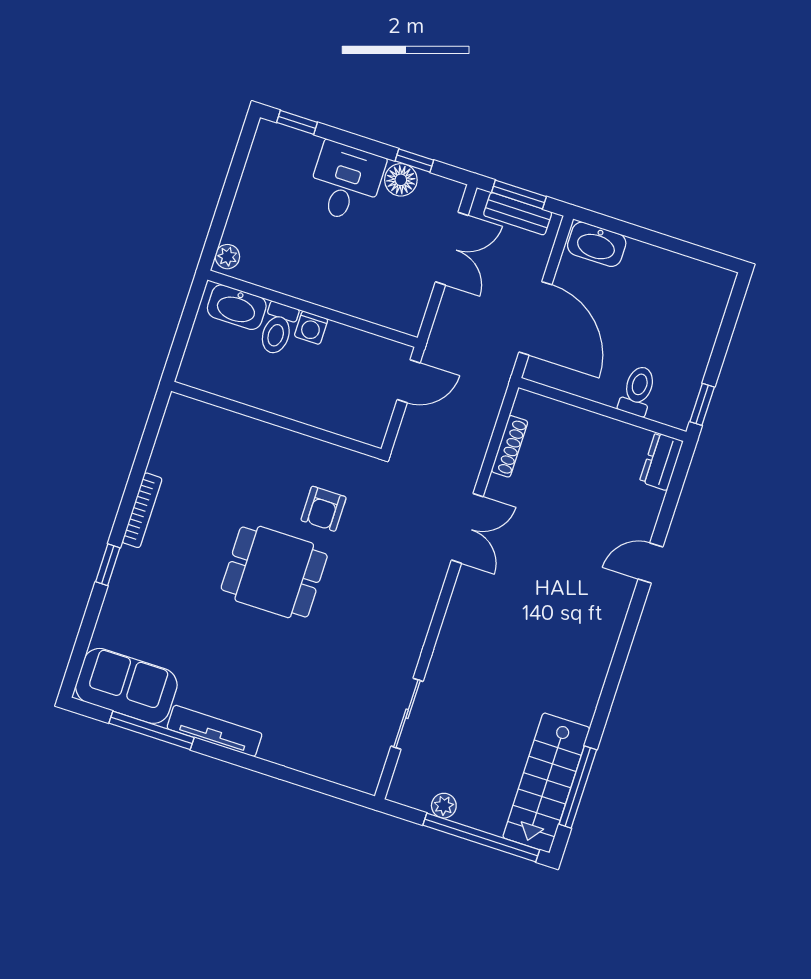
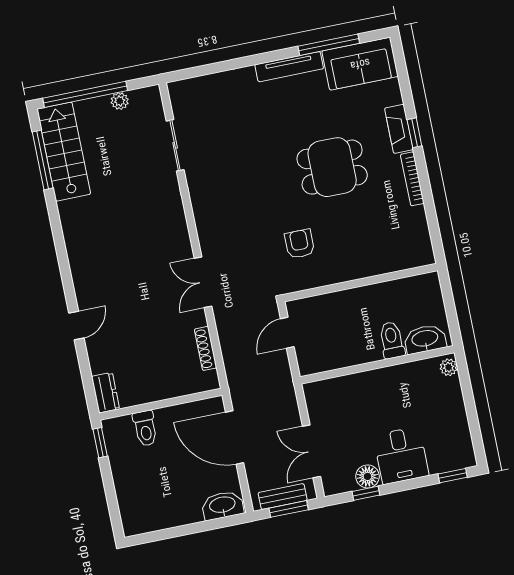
washing machine: (311, 328) -> (371, 352), removed
door: (409, 381) -> (287, 333), moved
dining table: (274, 572) -> (332, 167), moved
fireplace: (124, 580) -> (399, 129), added

